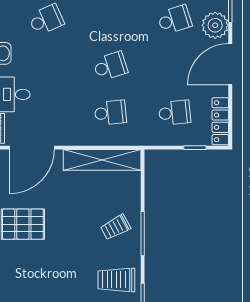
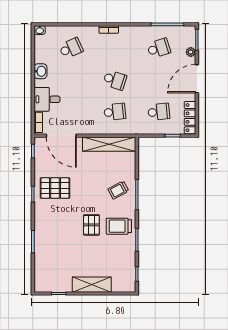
plant: (215, 25) -> (191, 52), width x0.53, depth x0.53
school desk: (110, 66) -> (115, 80), turned 36
door: (32, 148) -> (61, 136), hinge flipped
pallet: (76, 278) -> (91, 225), added

